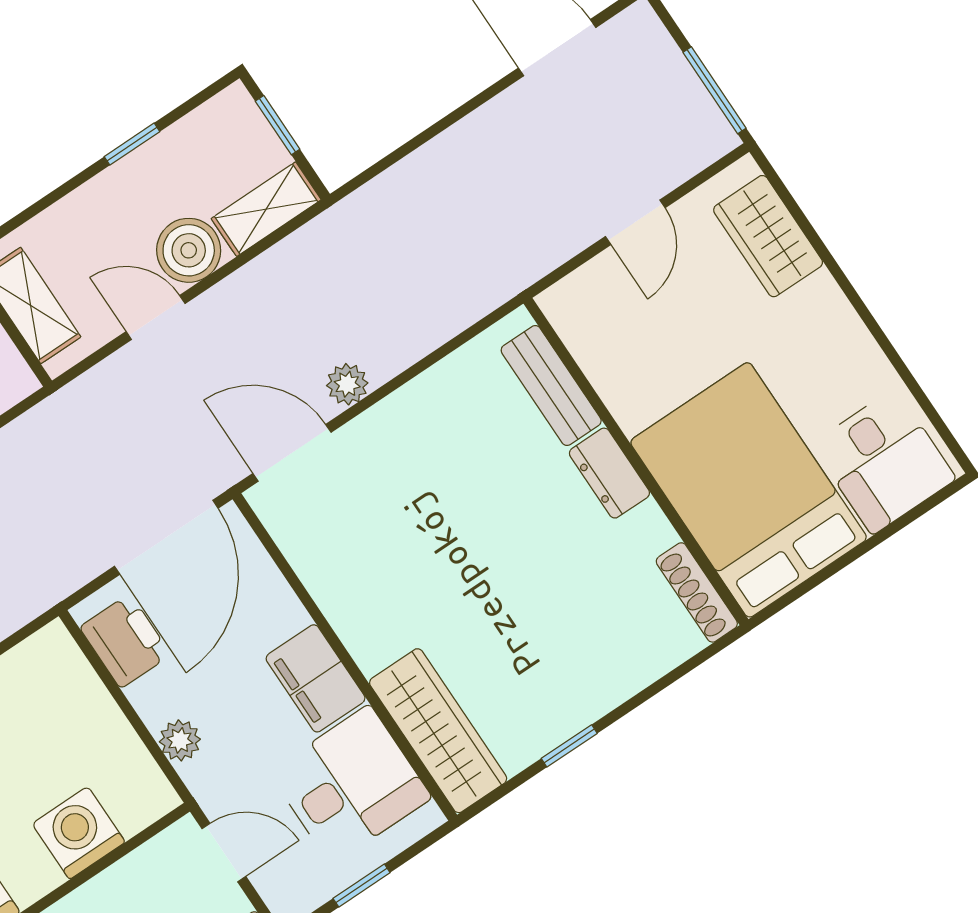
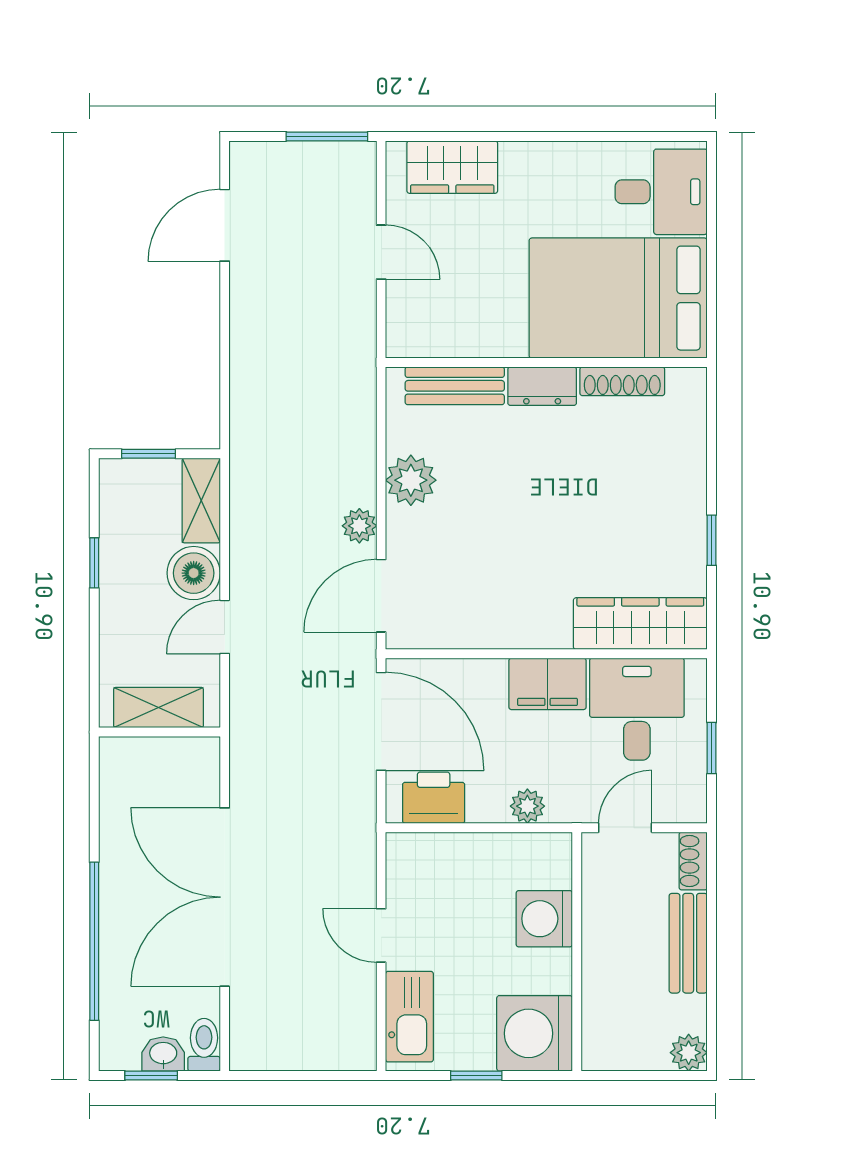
plant: (427, 405) -> (411, 480), added
shoe rack: (697, 592) -> (622, 381), moved

